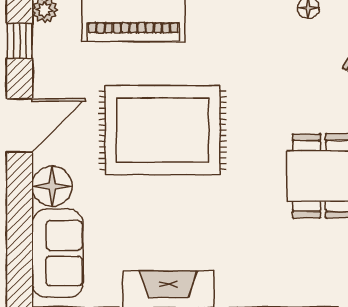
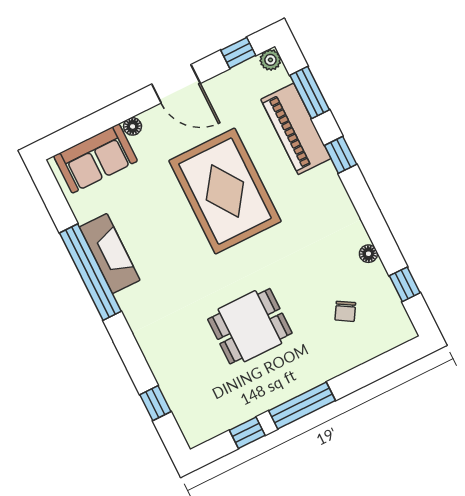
floor lamp: (52, 186) -> (133, 126), width x0.53, depth x0.53

